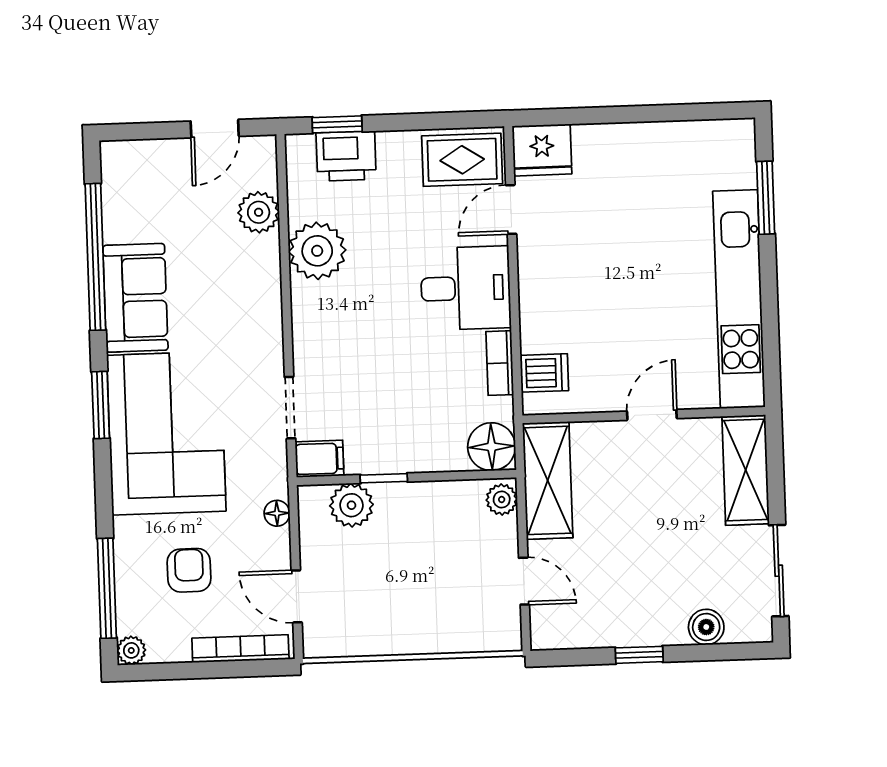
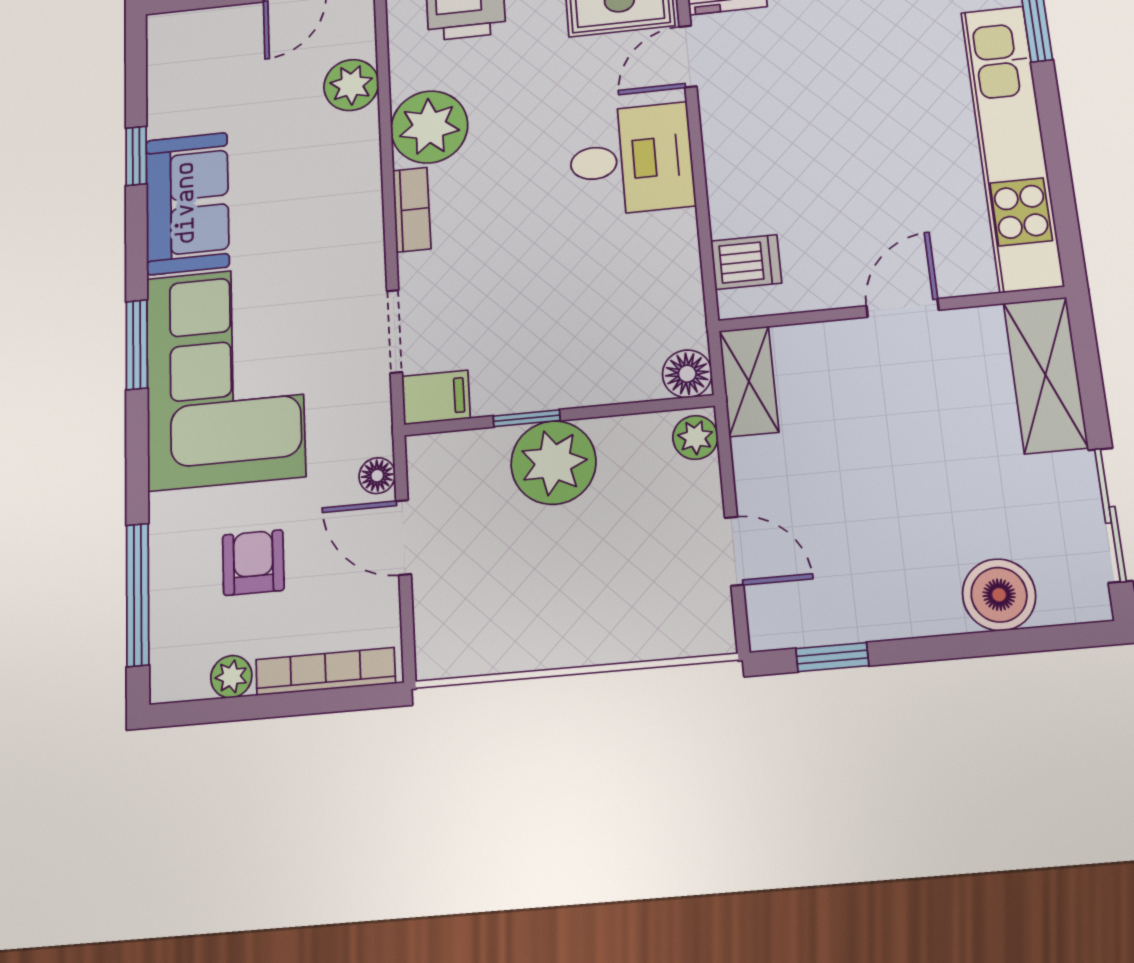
window: (95, 257) -> (136, 156), width x0.32
bookcase: (500, 363) -> (412, 210), moved, turned 180
floor lamp: (492, 447) -> (687, 374), width x0.73, depth x0.73
shelving: (548, 480) -> (749, 381), width x0.67, depth x0.75
plant: (351, 505) -> (553, 463), moved, width x1.36, depth x1.36
door: (297, 596) -> (403, 537), moved
boiler: (706, 627) -> (999, 595), width x1.36, depth x1.36
plant: (131, 650) -> (231, 677), moved
window: (639, 655) -> (832, 657), moved

